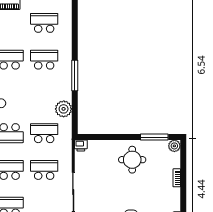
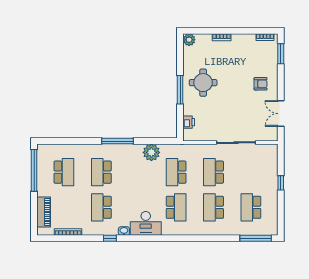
school desk: (44, 23) -> (64, 172), turned 180
window: (154, 137) -> (180, 90), moved
printer: (81, 146) -> (189, 122), moved

